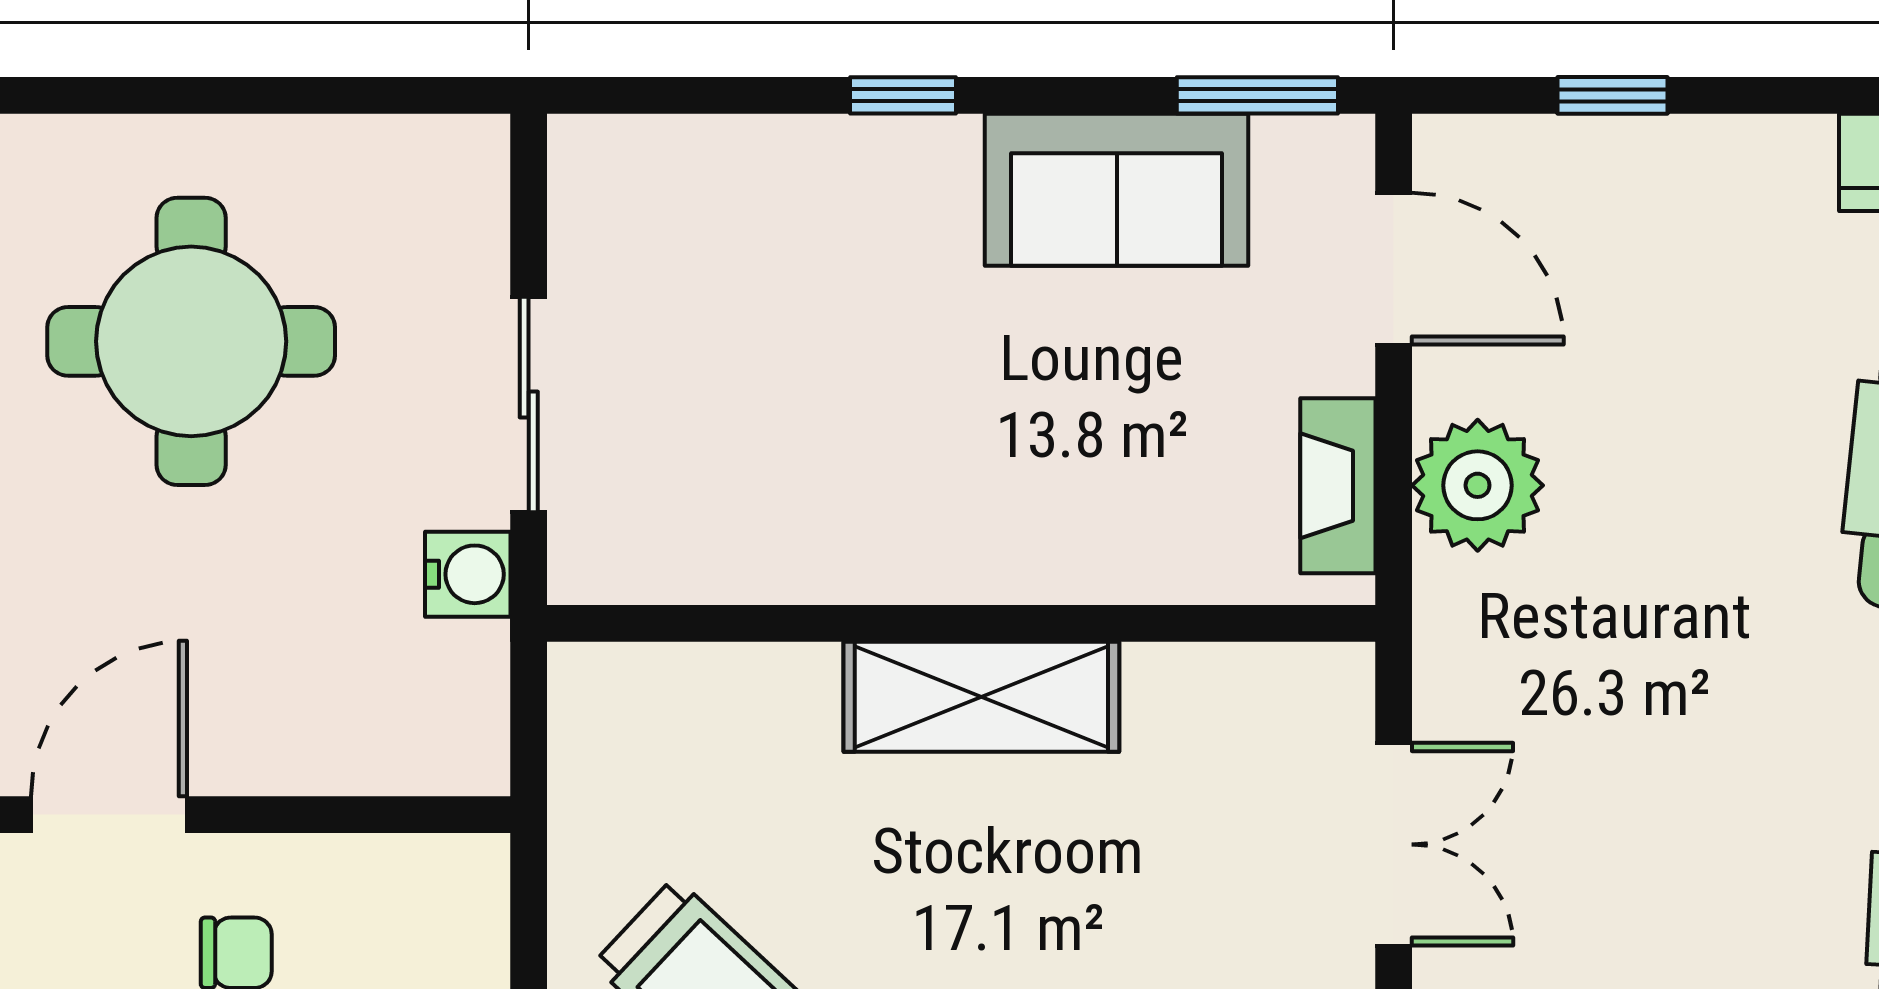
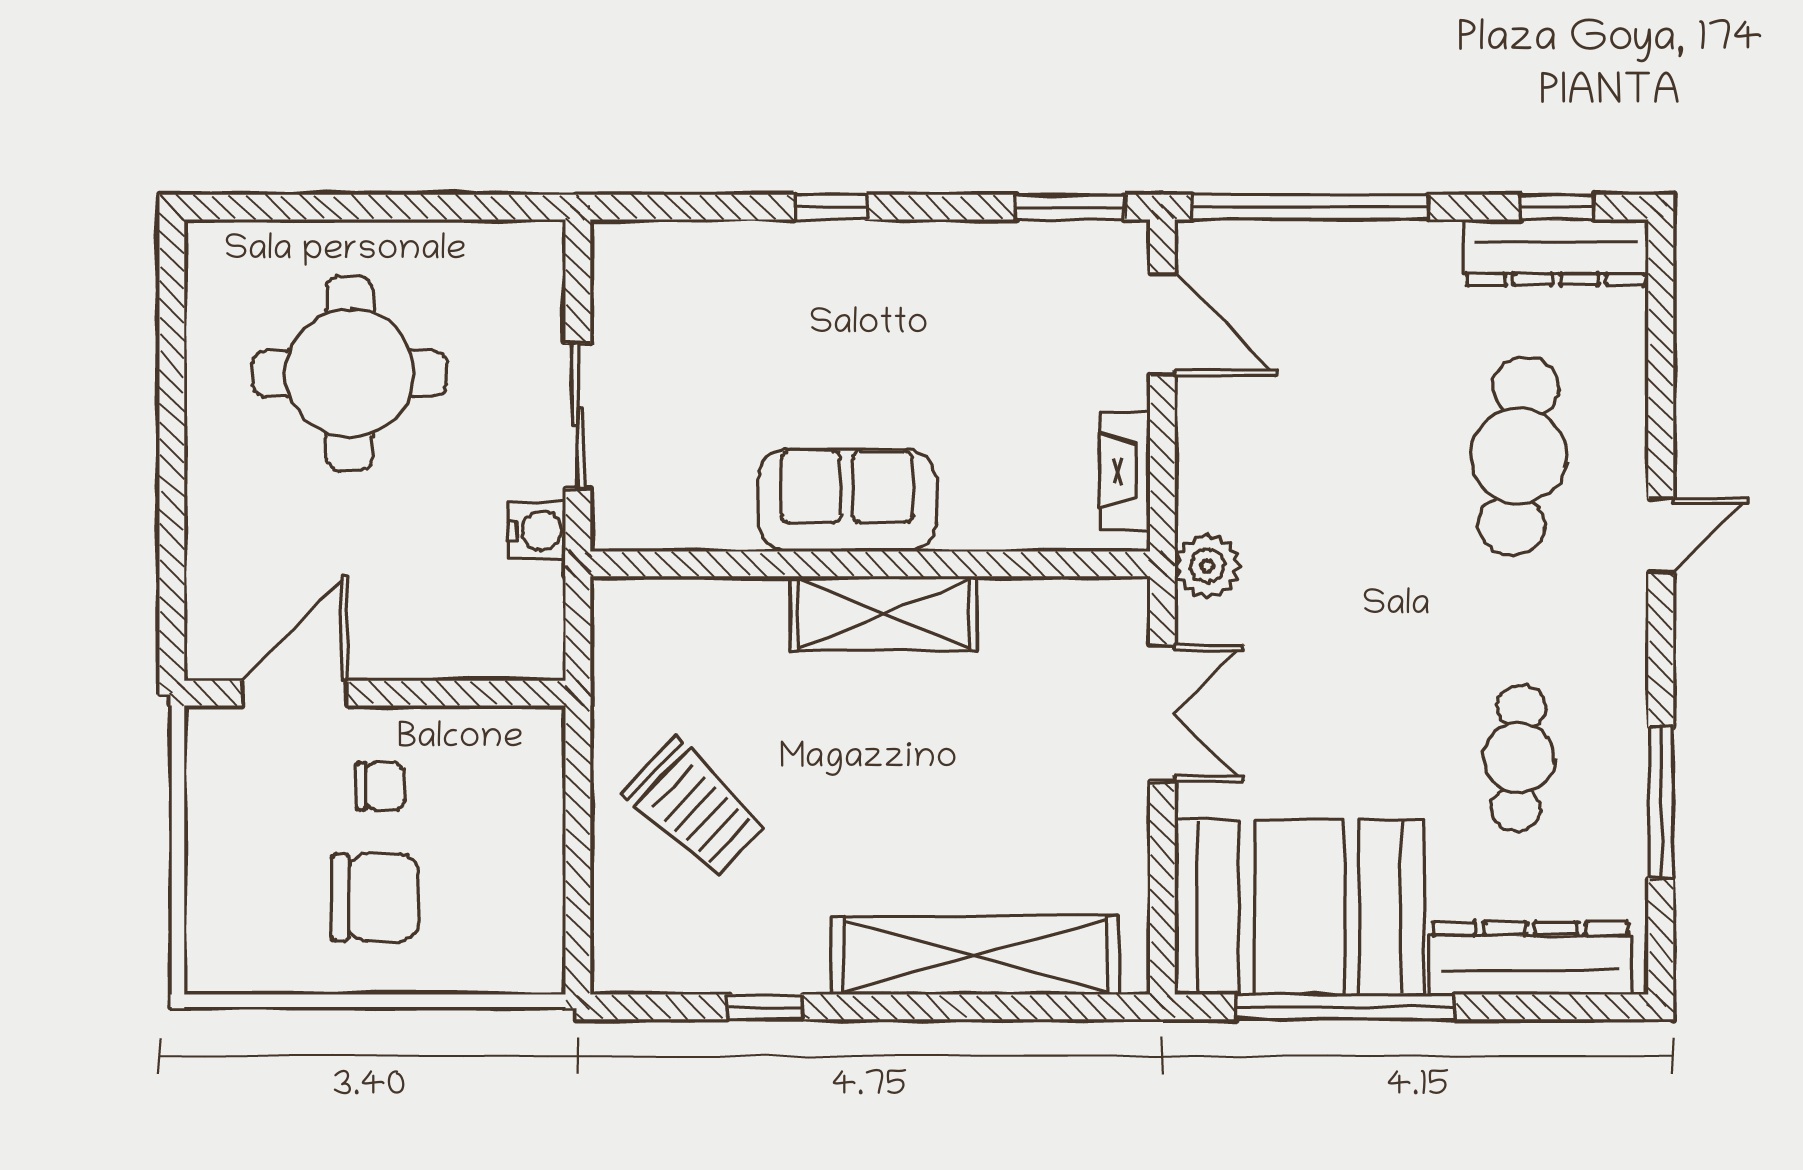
window: (1613, 95) -> (1310, 207), width x3.17
sofa: (1117, 190) -> (847, 500), moved, turned 180
plant: (1478, 485) -> (1207, 566), moved, width x0.73, depth x0.73

